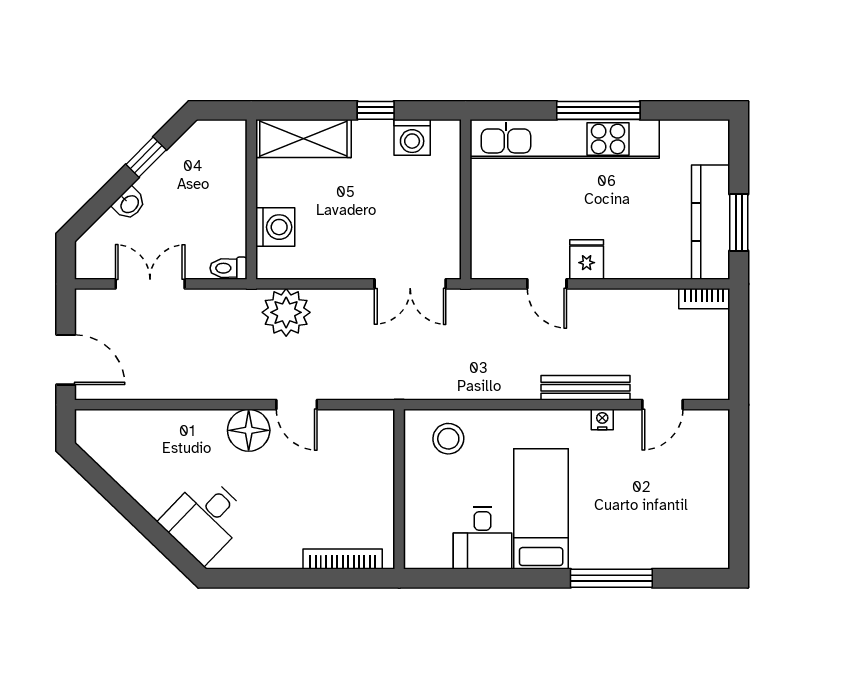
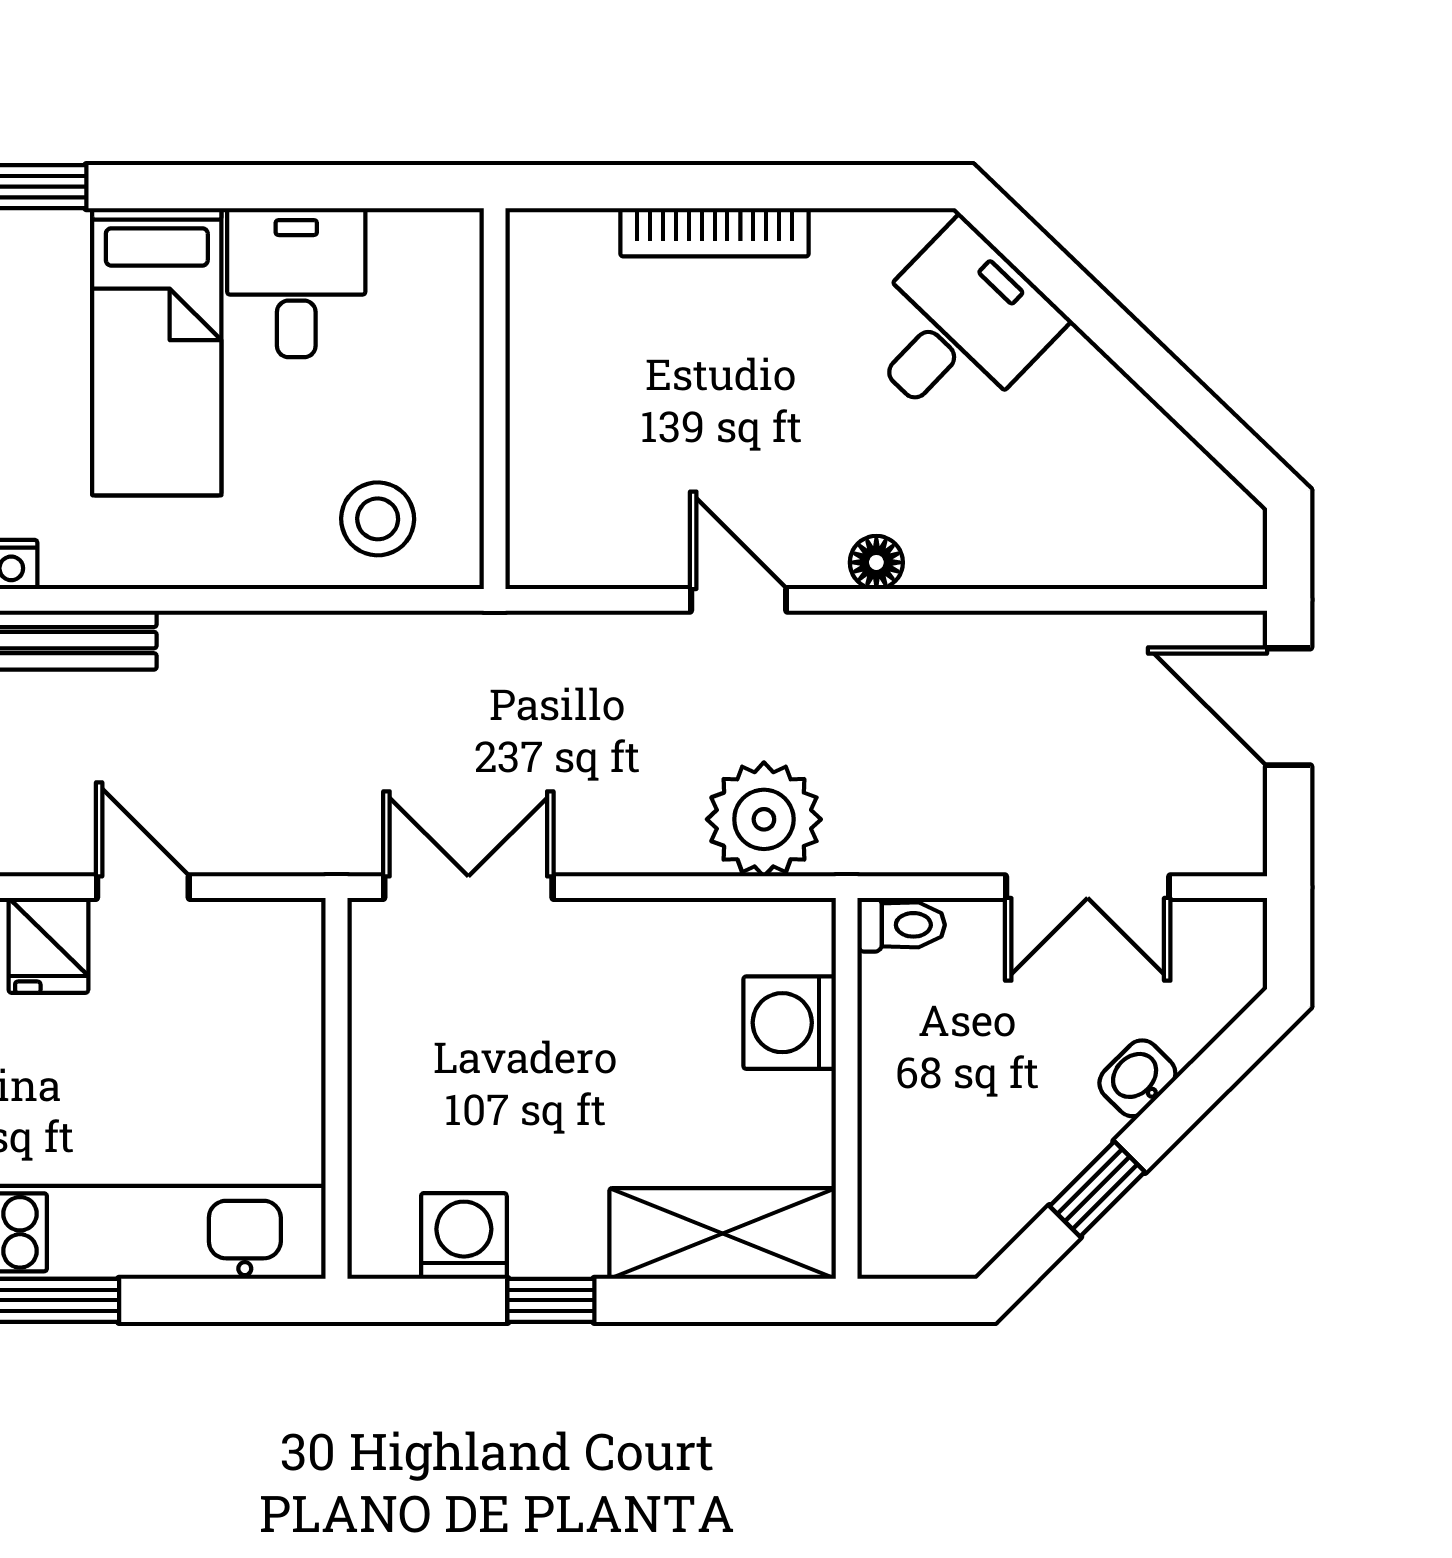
floor lamp: (249, 430) -> (876, 562), width x0.53, depth x0.53
bookcase: (343, 559) -> (715, 232), moved

